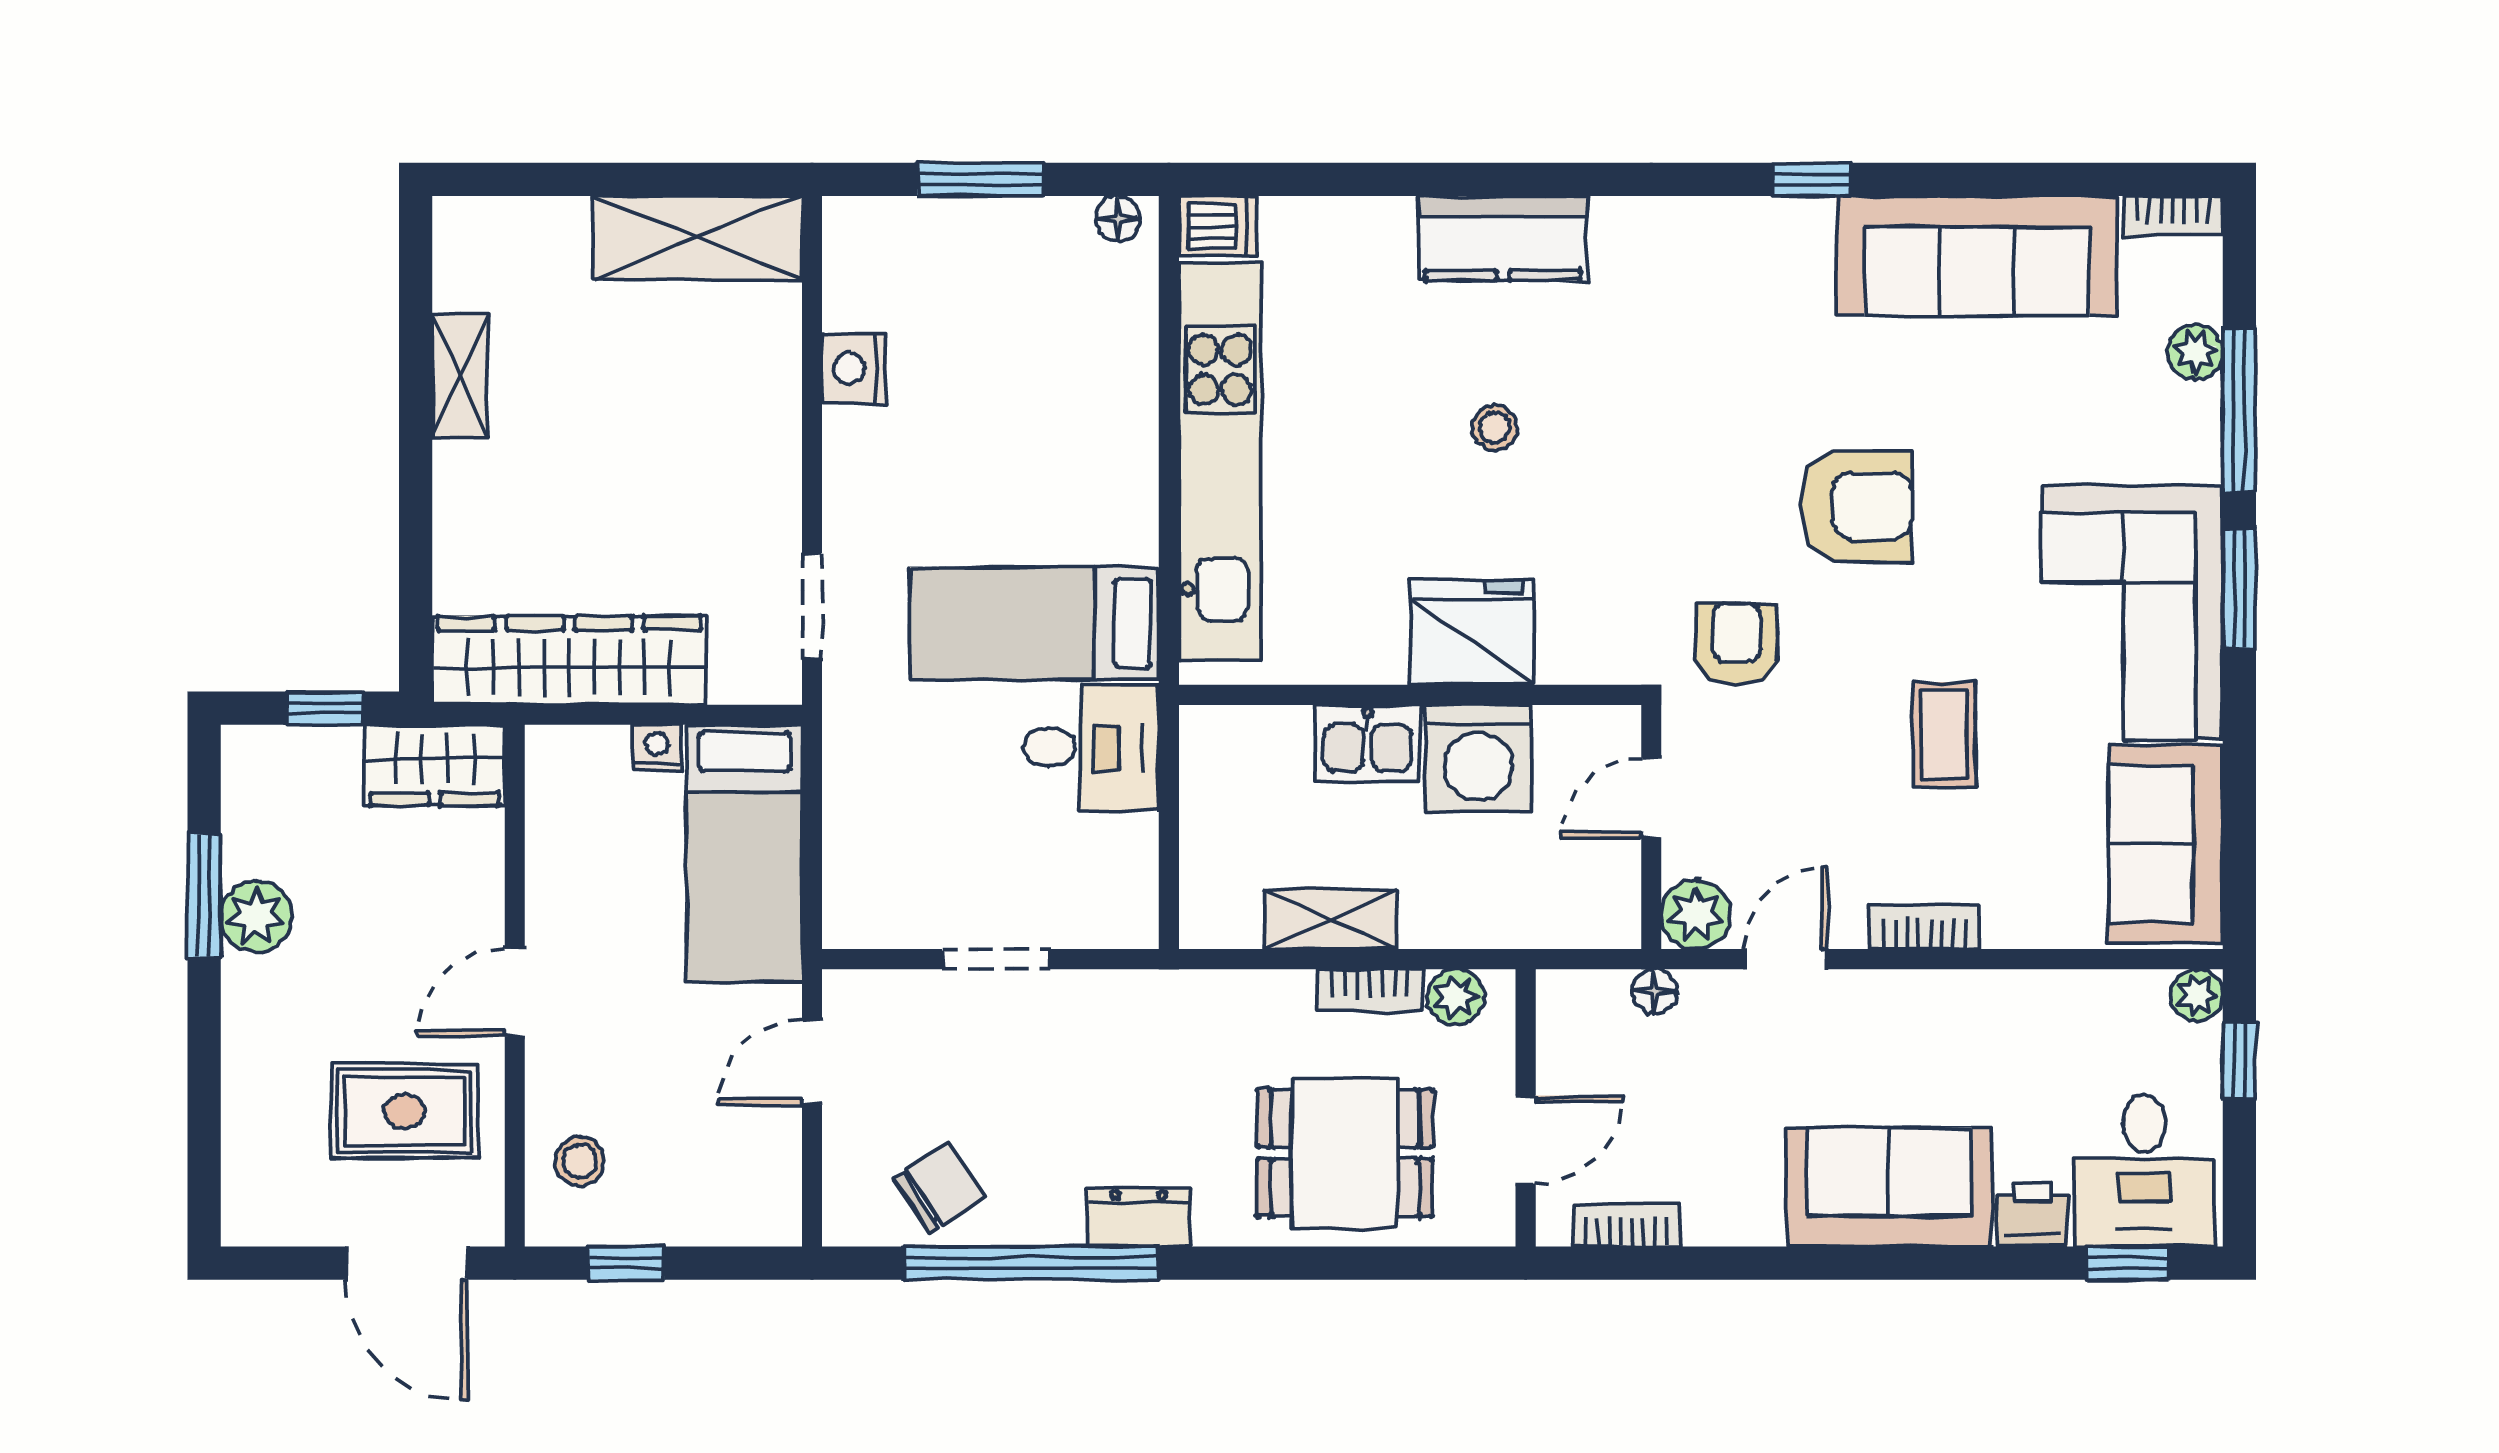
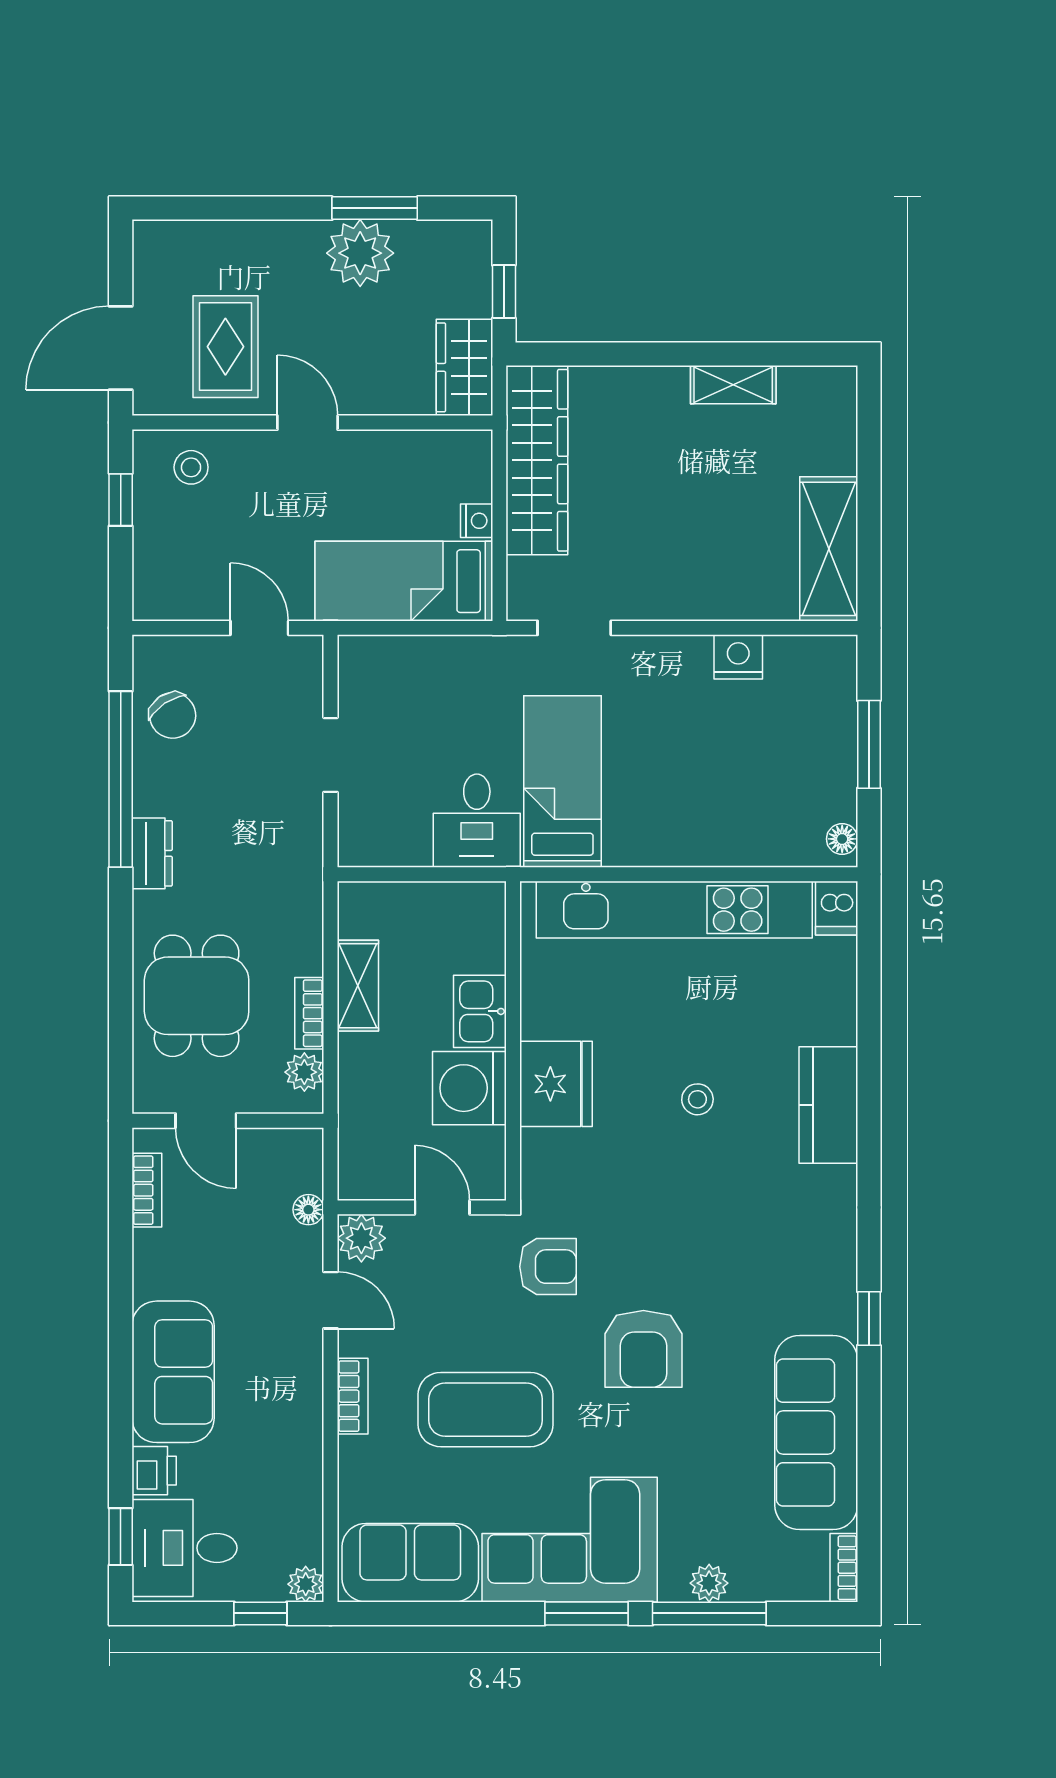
plant: (2195, 352) -> (709, 1583), moved
coffee table: (1944, 735) -> (486, 1410), width x1.86, depth x1.72
plant: (256, 916) -> (360, 253), width x1.36, depth x1.36

